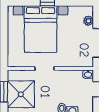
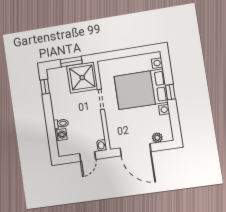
shower: (21, 94) -> (82, 78), moved

